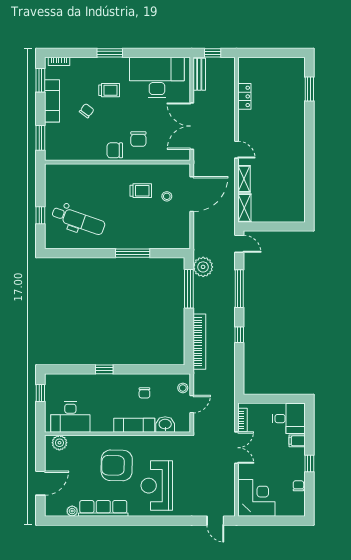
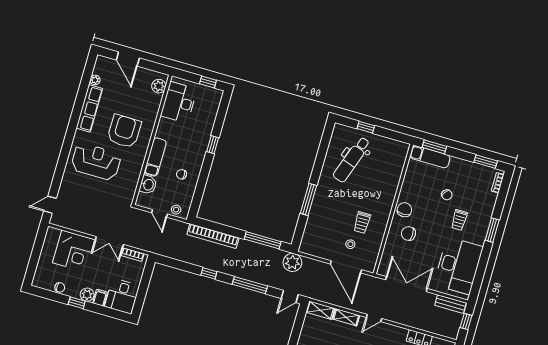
exam couch: (52, 101) -> (430, 157), moved
plant: (203, 267) -> (292, 262), moved
plant: (298, 455) -> (87, 295), added
corner desk: (256, 498) -> (74, 251), moved

